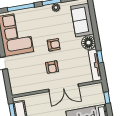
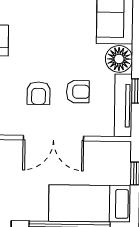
armchair: (54, 45) -> (78, 92), moved

